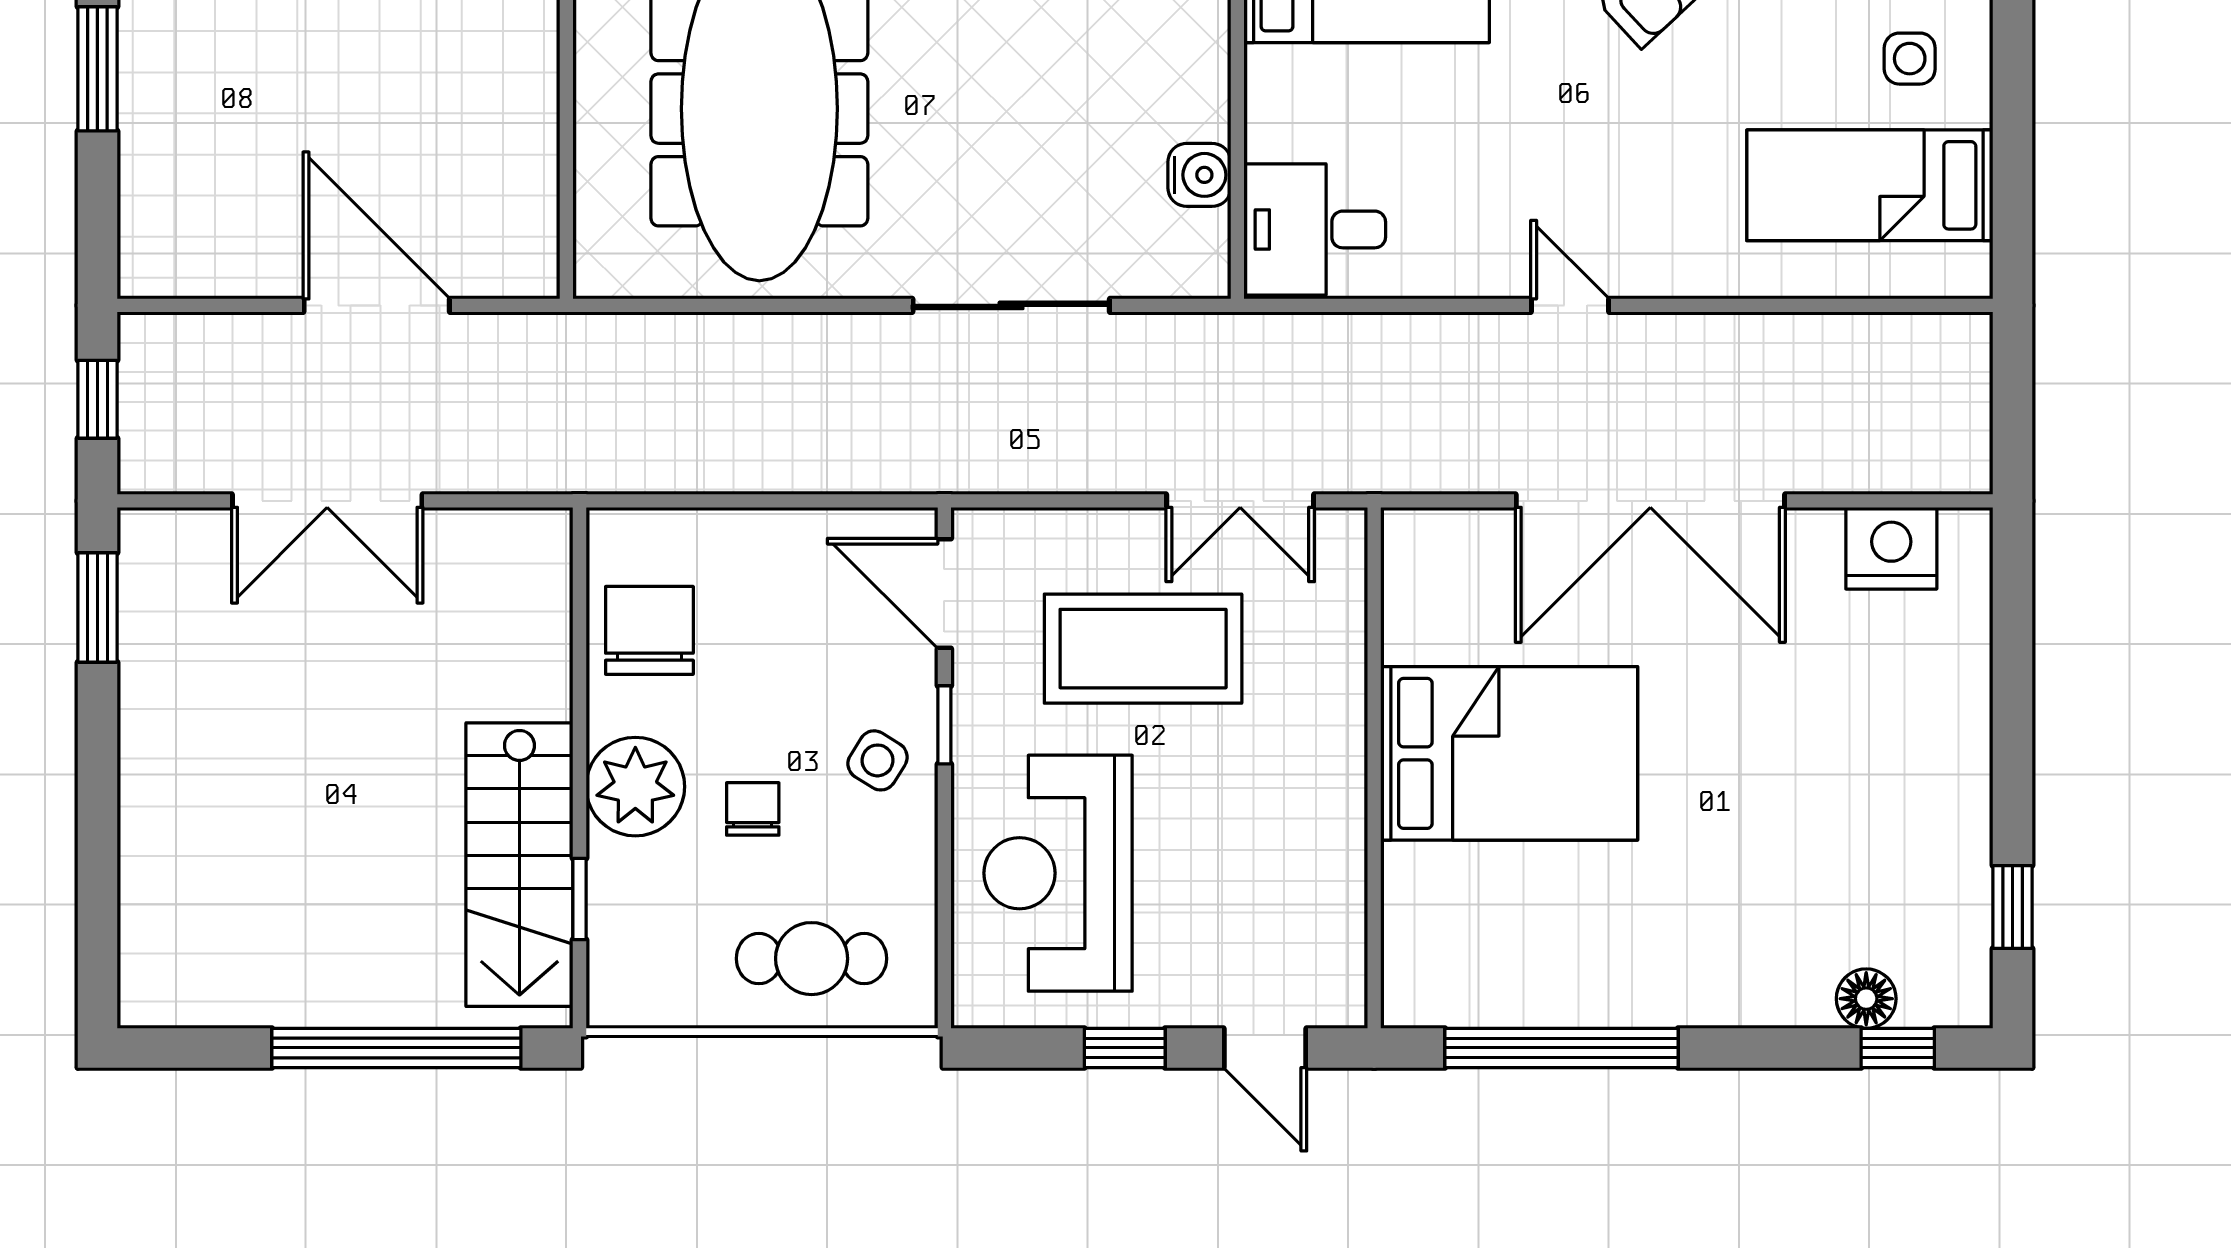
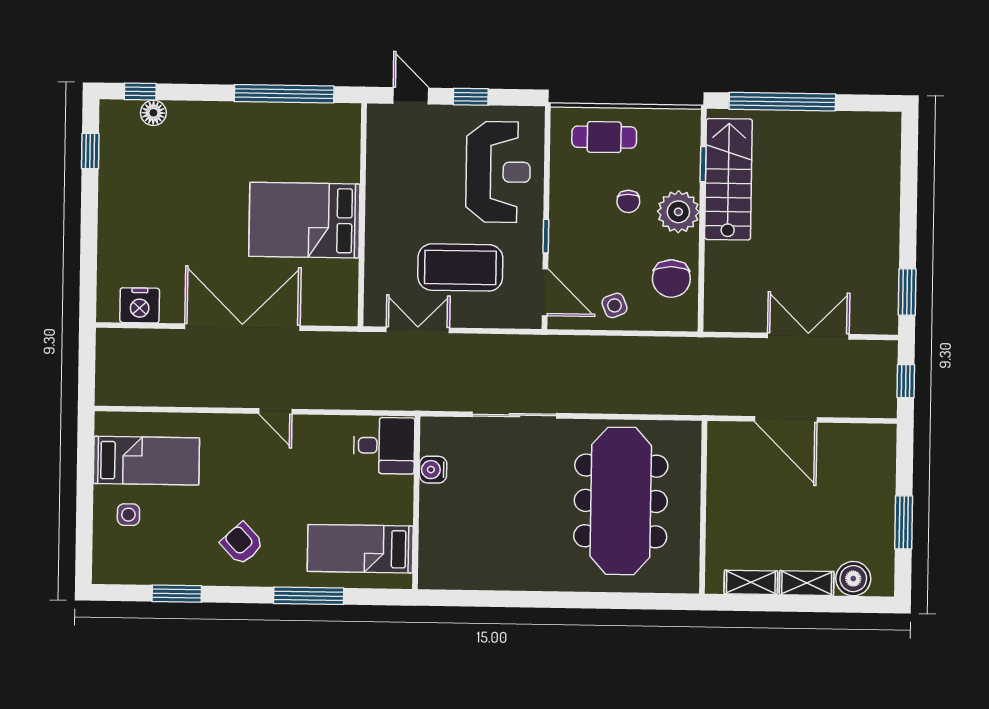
side table: (878, 760) -> (615, 305), moved, turned 36

